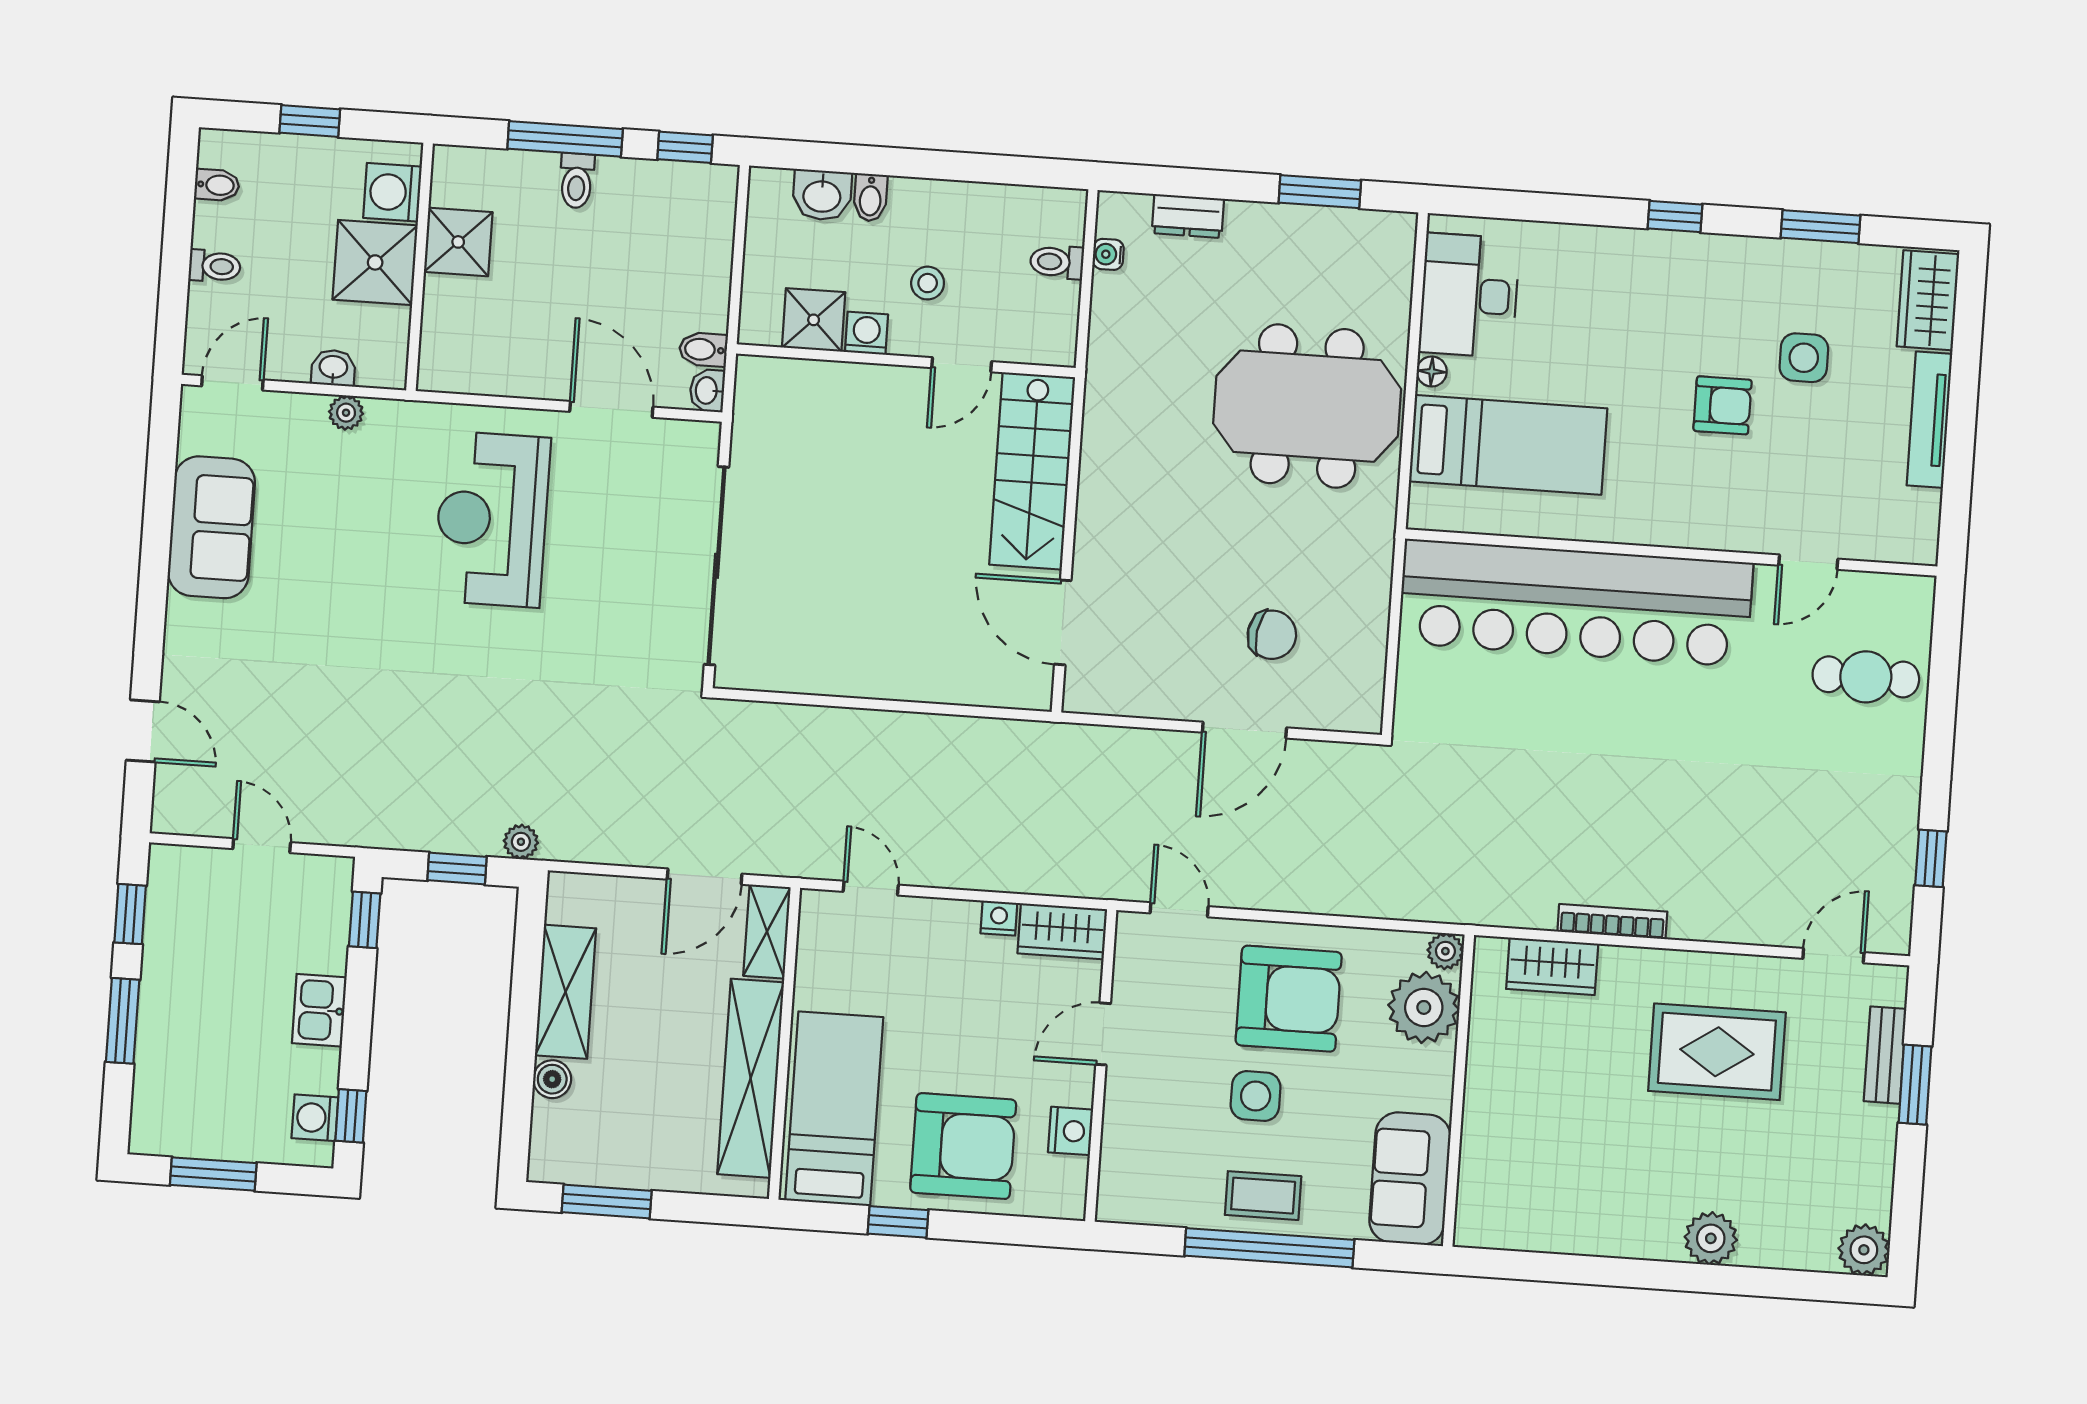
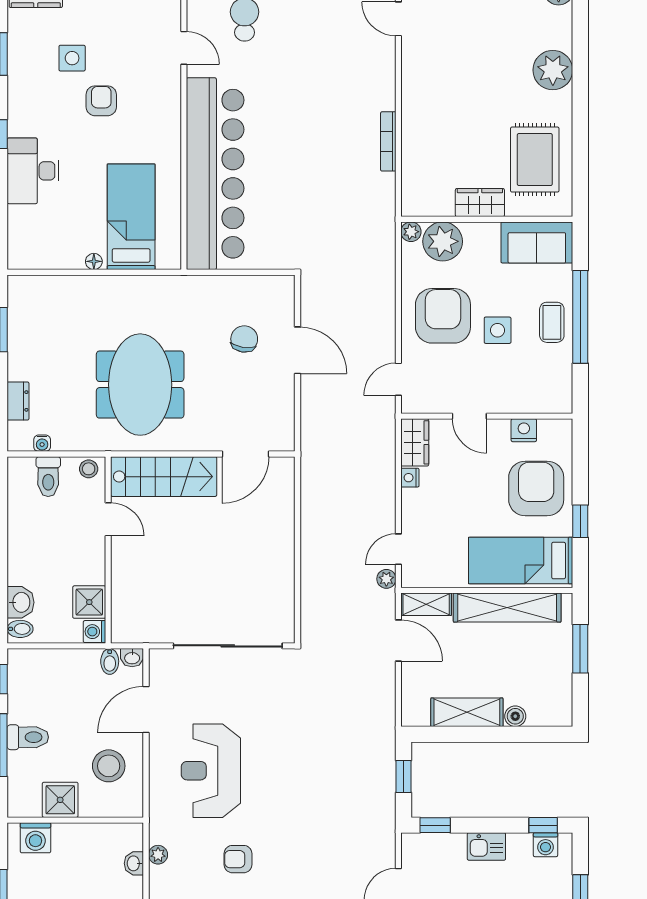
toilet: (577, 181) -> (28, 737), width x1.37, depth x1.39
bidet: (870, 198) -> (20, 629), moved
shower: (375, 262) -> (75, 845), removed
toilet: (1057, 262) -> (48, 477), width x1.37, depth x1.39
stool: (928, 283) -> (89, 469), moved
desk: (1469, 295) -> (33, 171), moved, turned 90
washing machine: (867, 333) -> (95, 632), moved
stool: (514, 334) -> (109, 766), added
meeting table: (1307, 406) -> (140, 385), moved
reception desk: (492, 519) -> (211, 771), turned 90
armchair: (328, 557) -> (238, 859), added
plant: (521, 842) -> (386, 579), moved
wardrobe: (1552, 966) -> (480, 203), moved, turned -90
rug: (1717, 1052) -> (535, 160), moved
window: (607, 1201) -> (580, 649), moved
plant: (1711, 1238) -> (553, 70), width x1.36, depth x1.36

